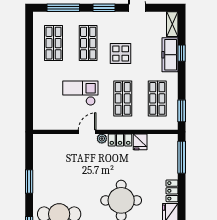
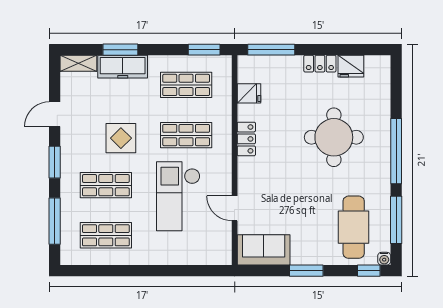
window: (182, 53) -> (120, 50), width x1.50
checkout: (80, 93) -> (178, 196), width x1.36, depth x1.21
door: (87, 132) -> (235, 208), moved
plant: (102, 139) -> (244, 165), removed
fridge: (140, 142) -> (249, 93), moved
sofa: (43, 152) -> (264, 250), added

